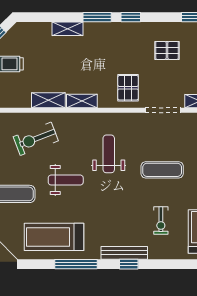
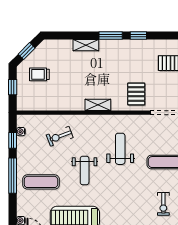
shelving: (48, 100) -> (70, 104), removed
exercise bike: (36, 139) -> (60, 136), width x0.73, depth x0.72
weight bench: (66, 180) -> (85, 170), turned 90

